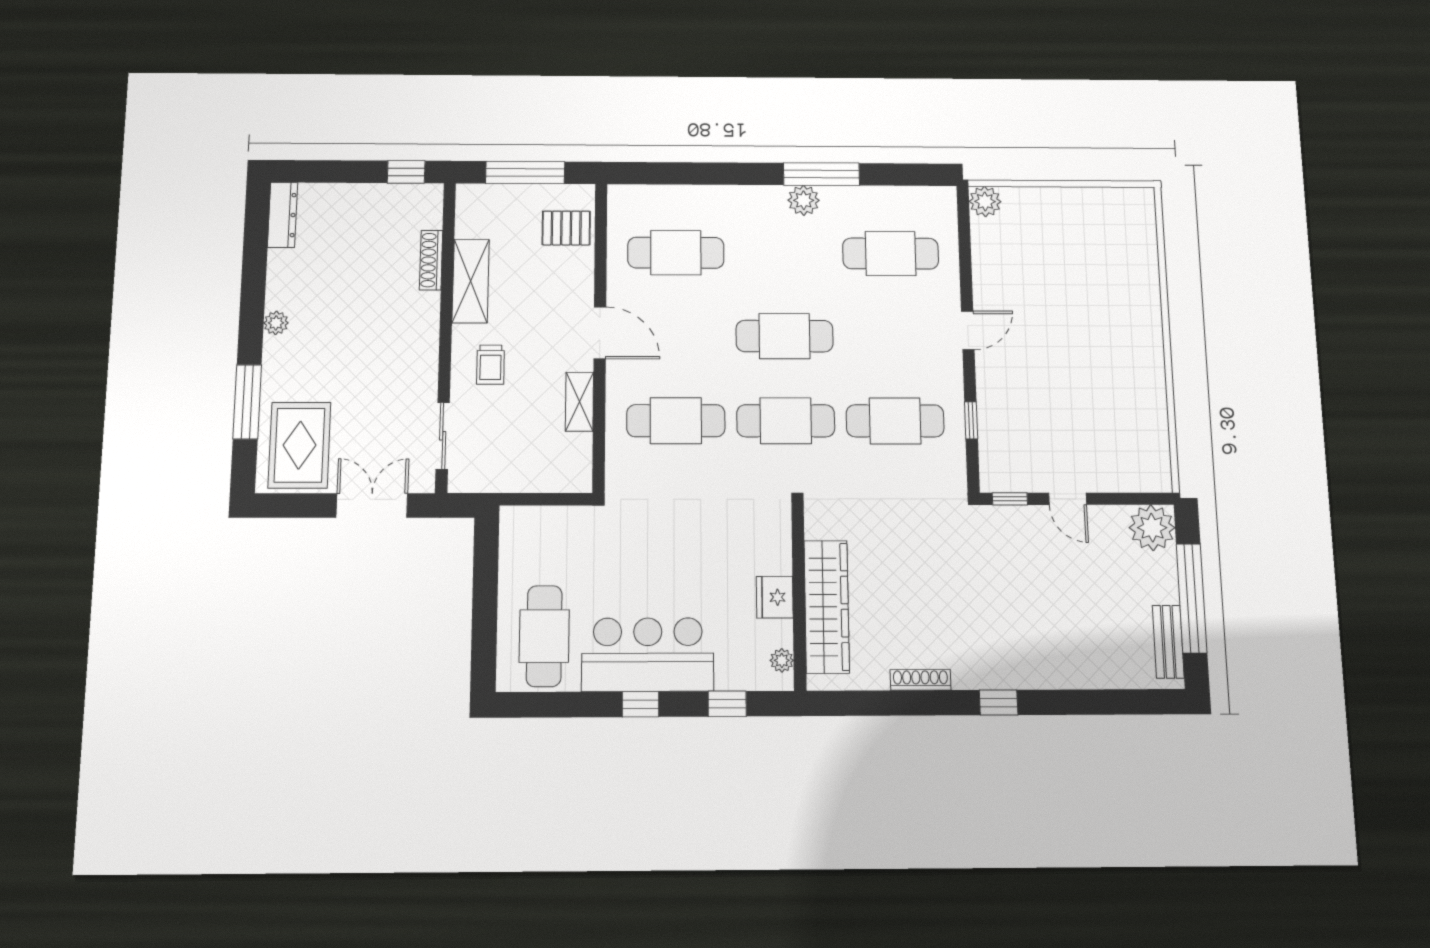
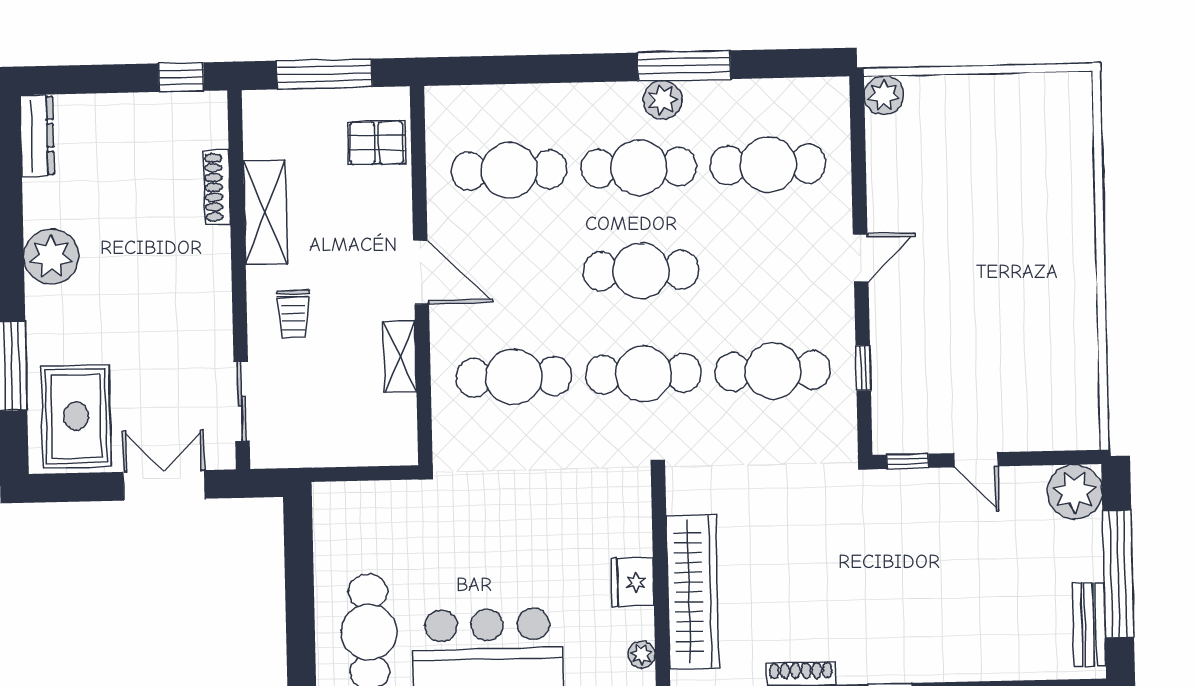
cafe table: (783, 253) -> (639, 167), added
plant: (276, 323) -> (51, 257), width x1.88, depth x1.88

